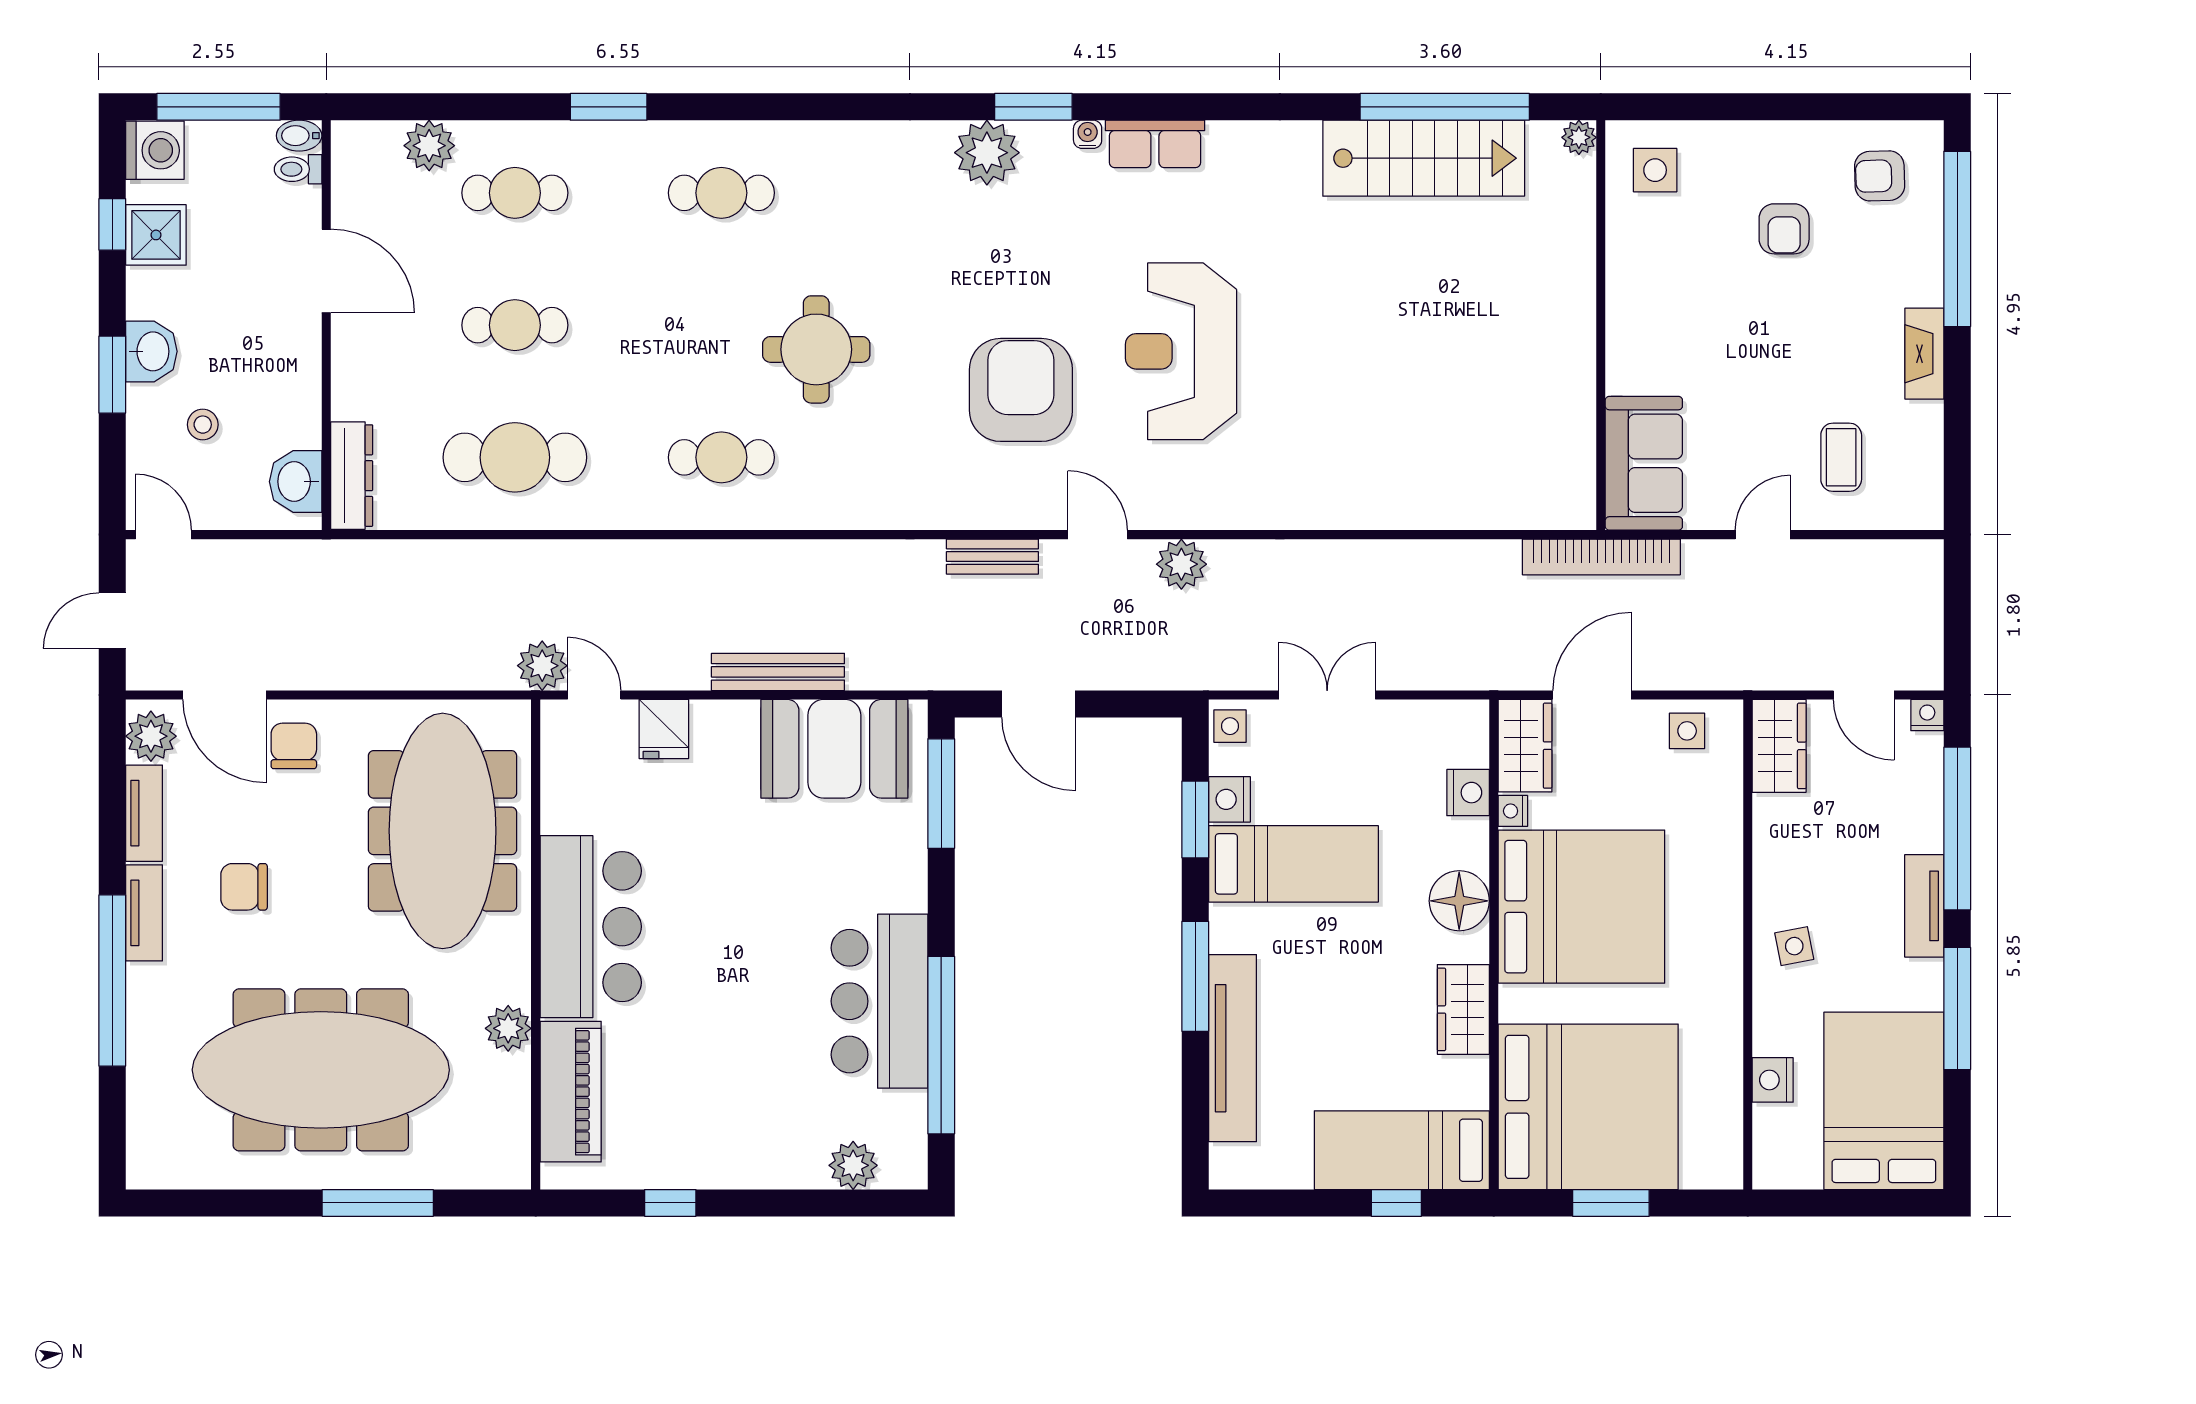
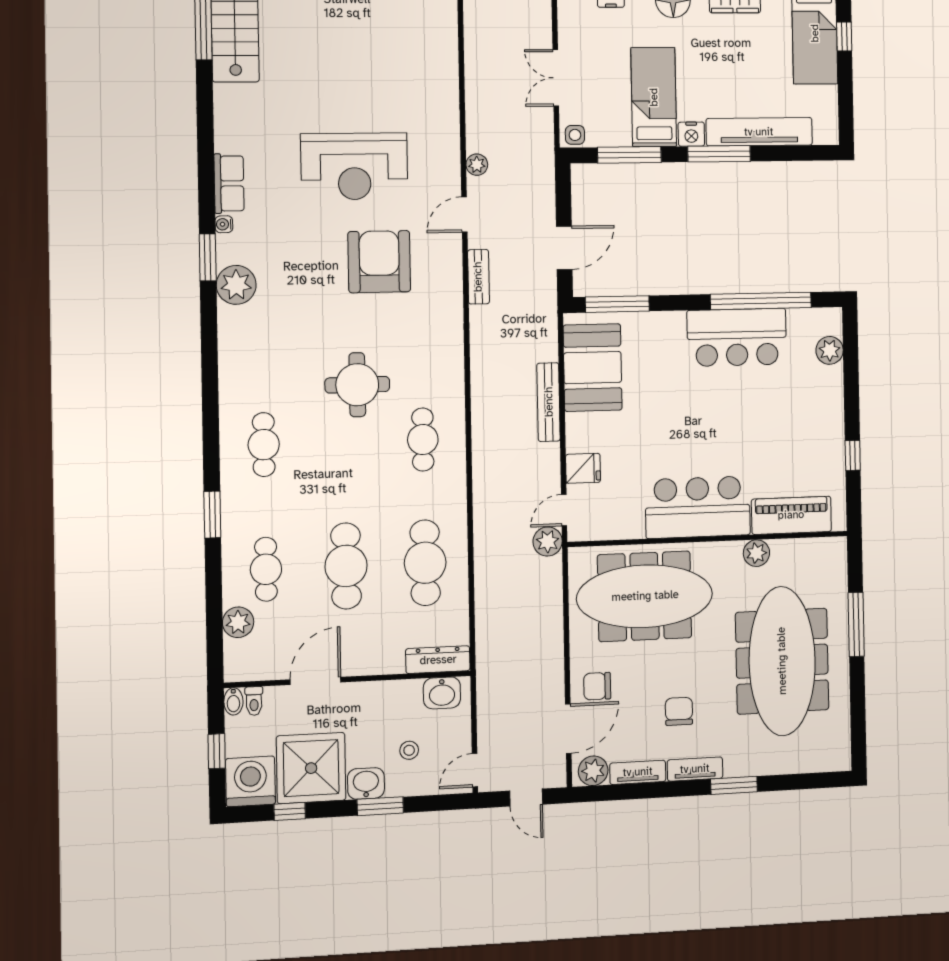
window: (218, 107) -> (217, 751), width x0.46
washing machine: (155, 150) -> (250, 781), width x1.37, depth x1.37
shower: (156, 235) -> (311, 768), width x1.86, depth x1.86
cafe table: (515, 325) -> (346, 566), width x1.37, depth x1.35
armchair: (1021, 390) -> (379, 262), turned 90
plant: (1181, 564) -> (477, 165), width x0.73, depth x0.73
nightstand: (1229, 799) -> (691, 134), moved
window: (1195, 820) -> (629, 155), width x1.44
chair: (244, 887) -> (679, 711), turned 180
window: (112, 981) -> (734, 785), width x0.47

